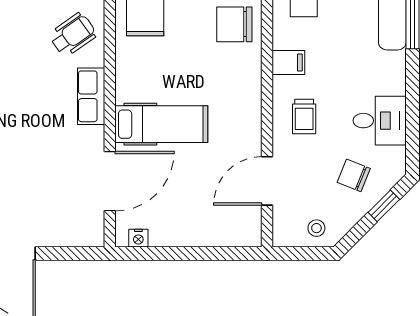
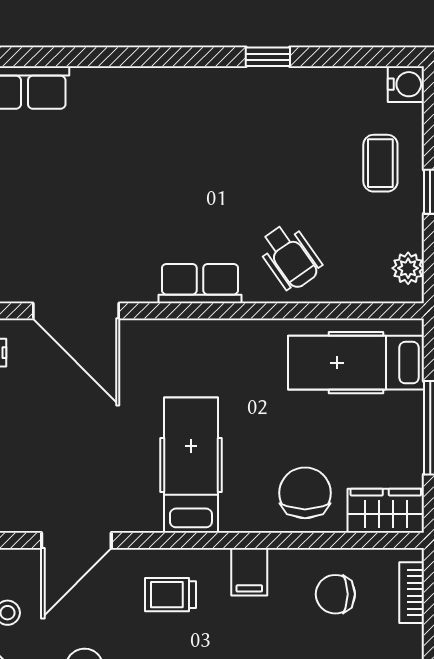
hospital bed: (161, 124) -> (191, 465), moved, turned 180
door: (267, 181) -> (76, 540), swing flipped

